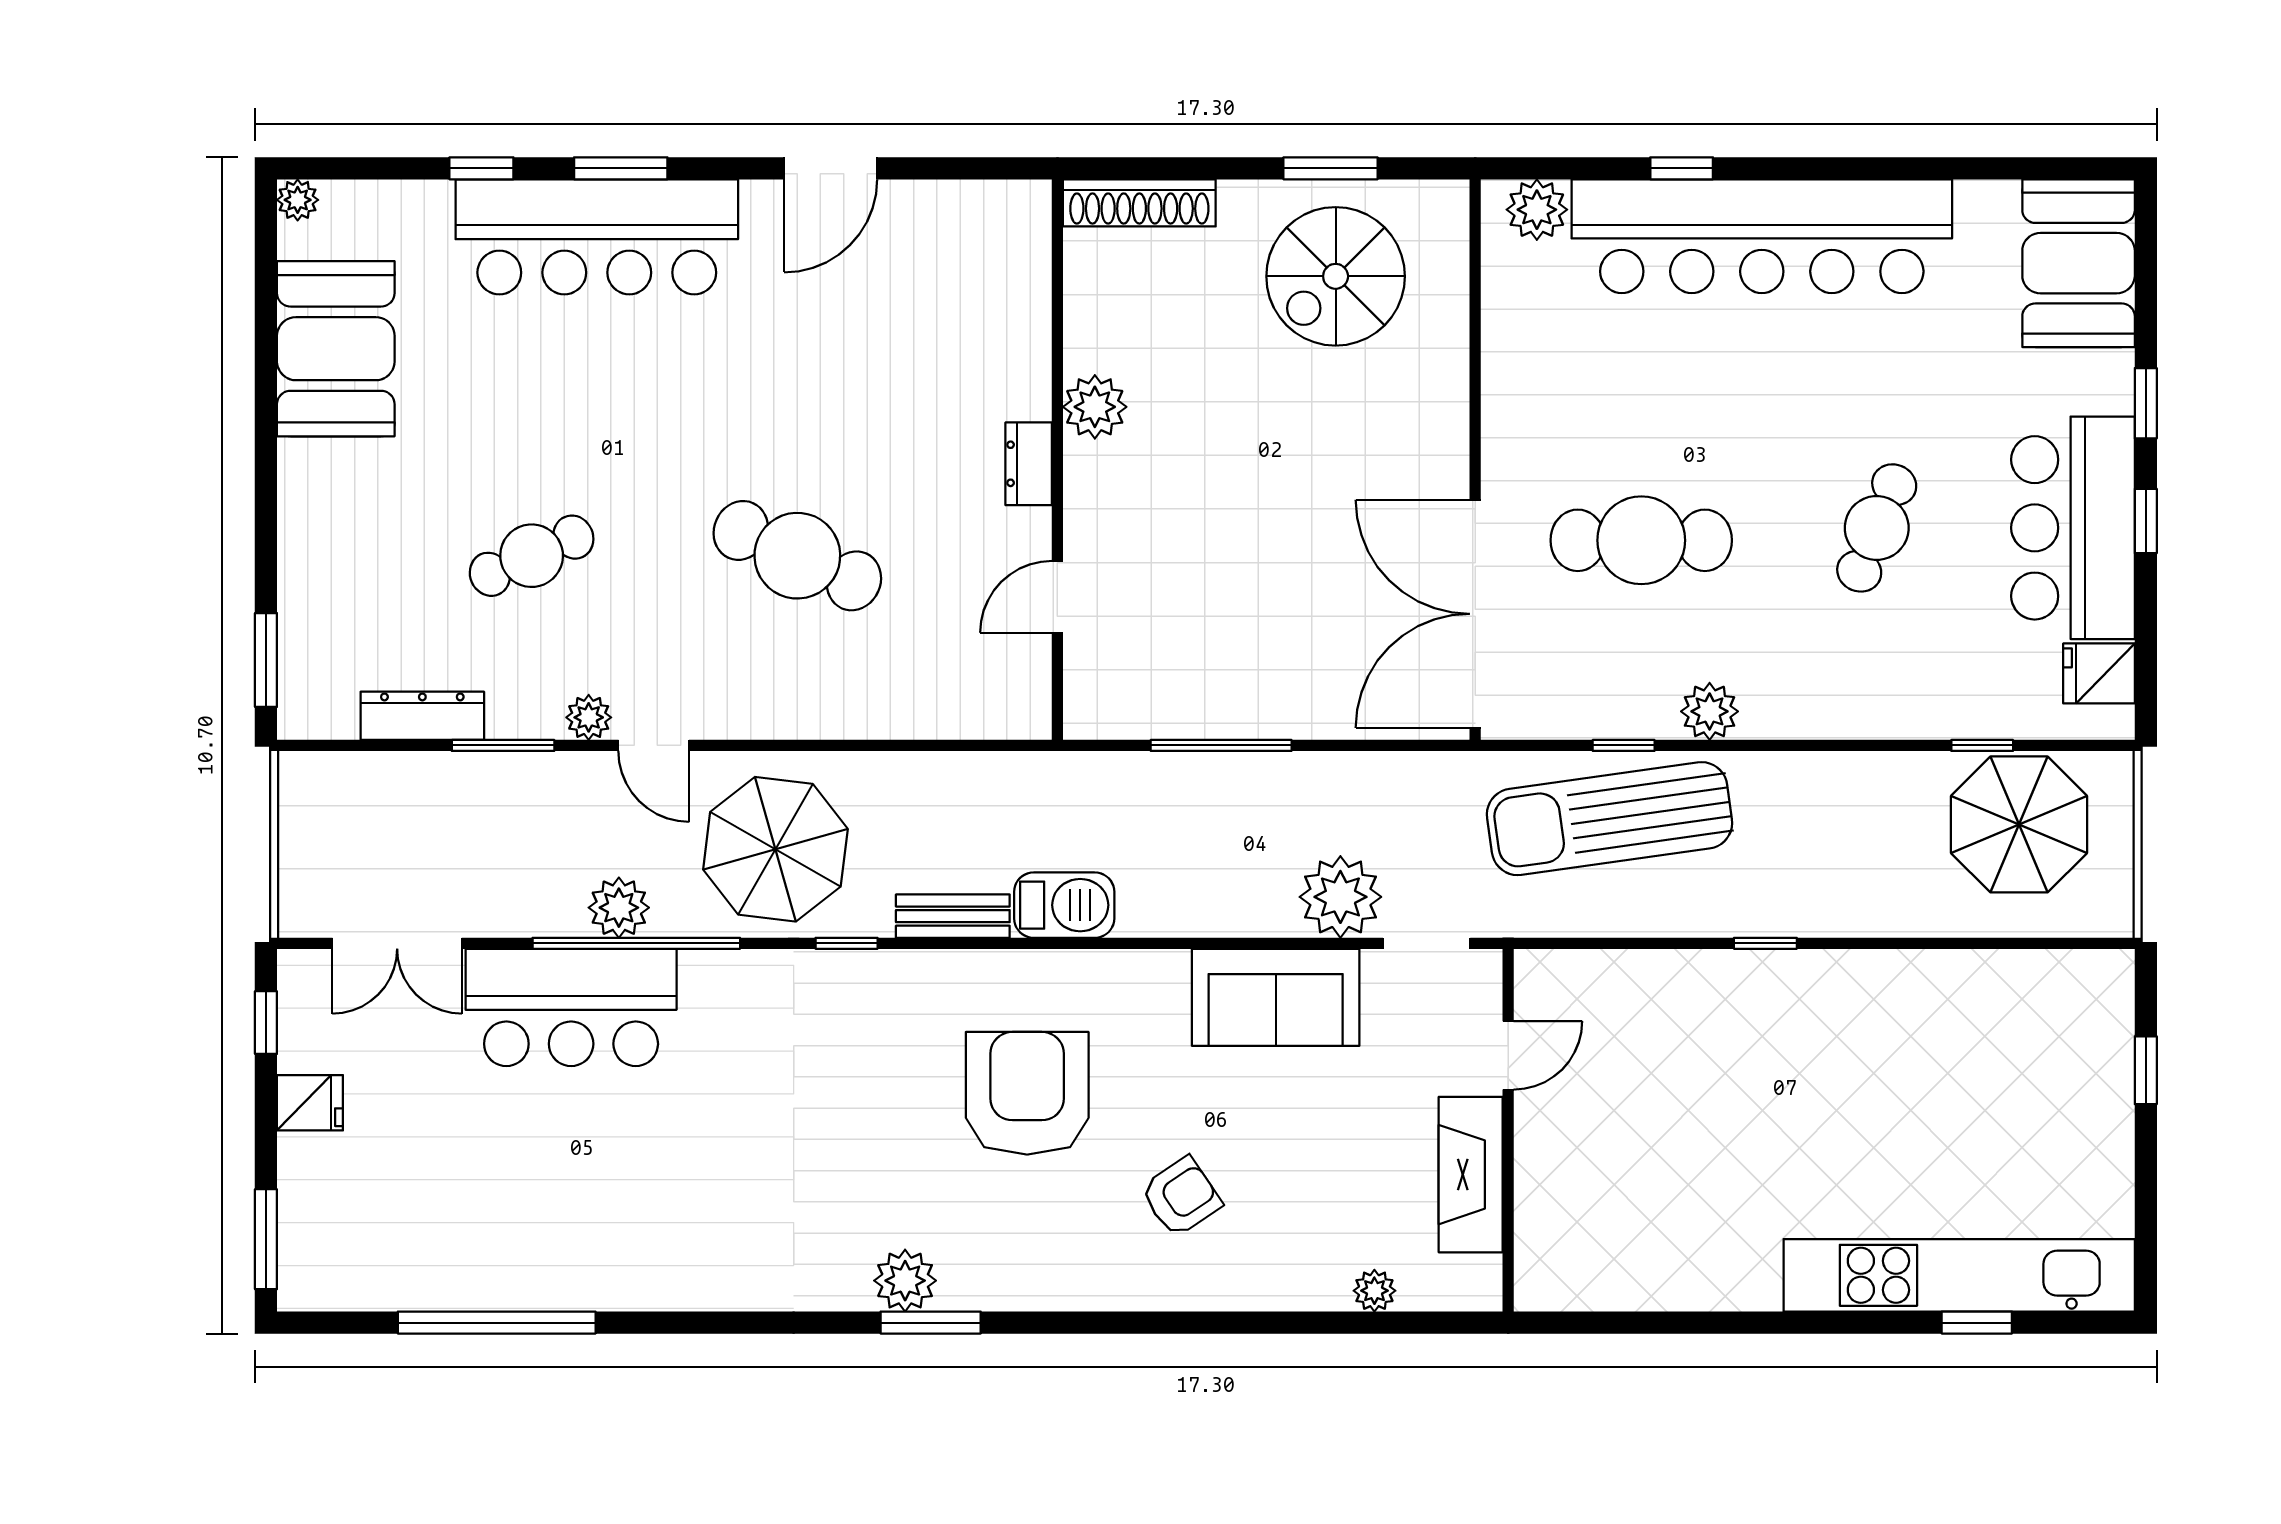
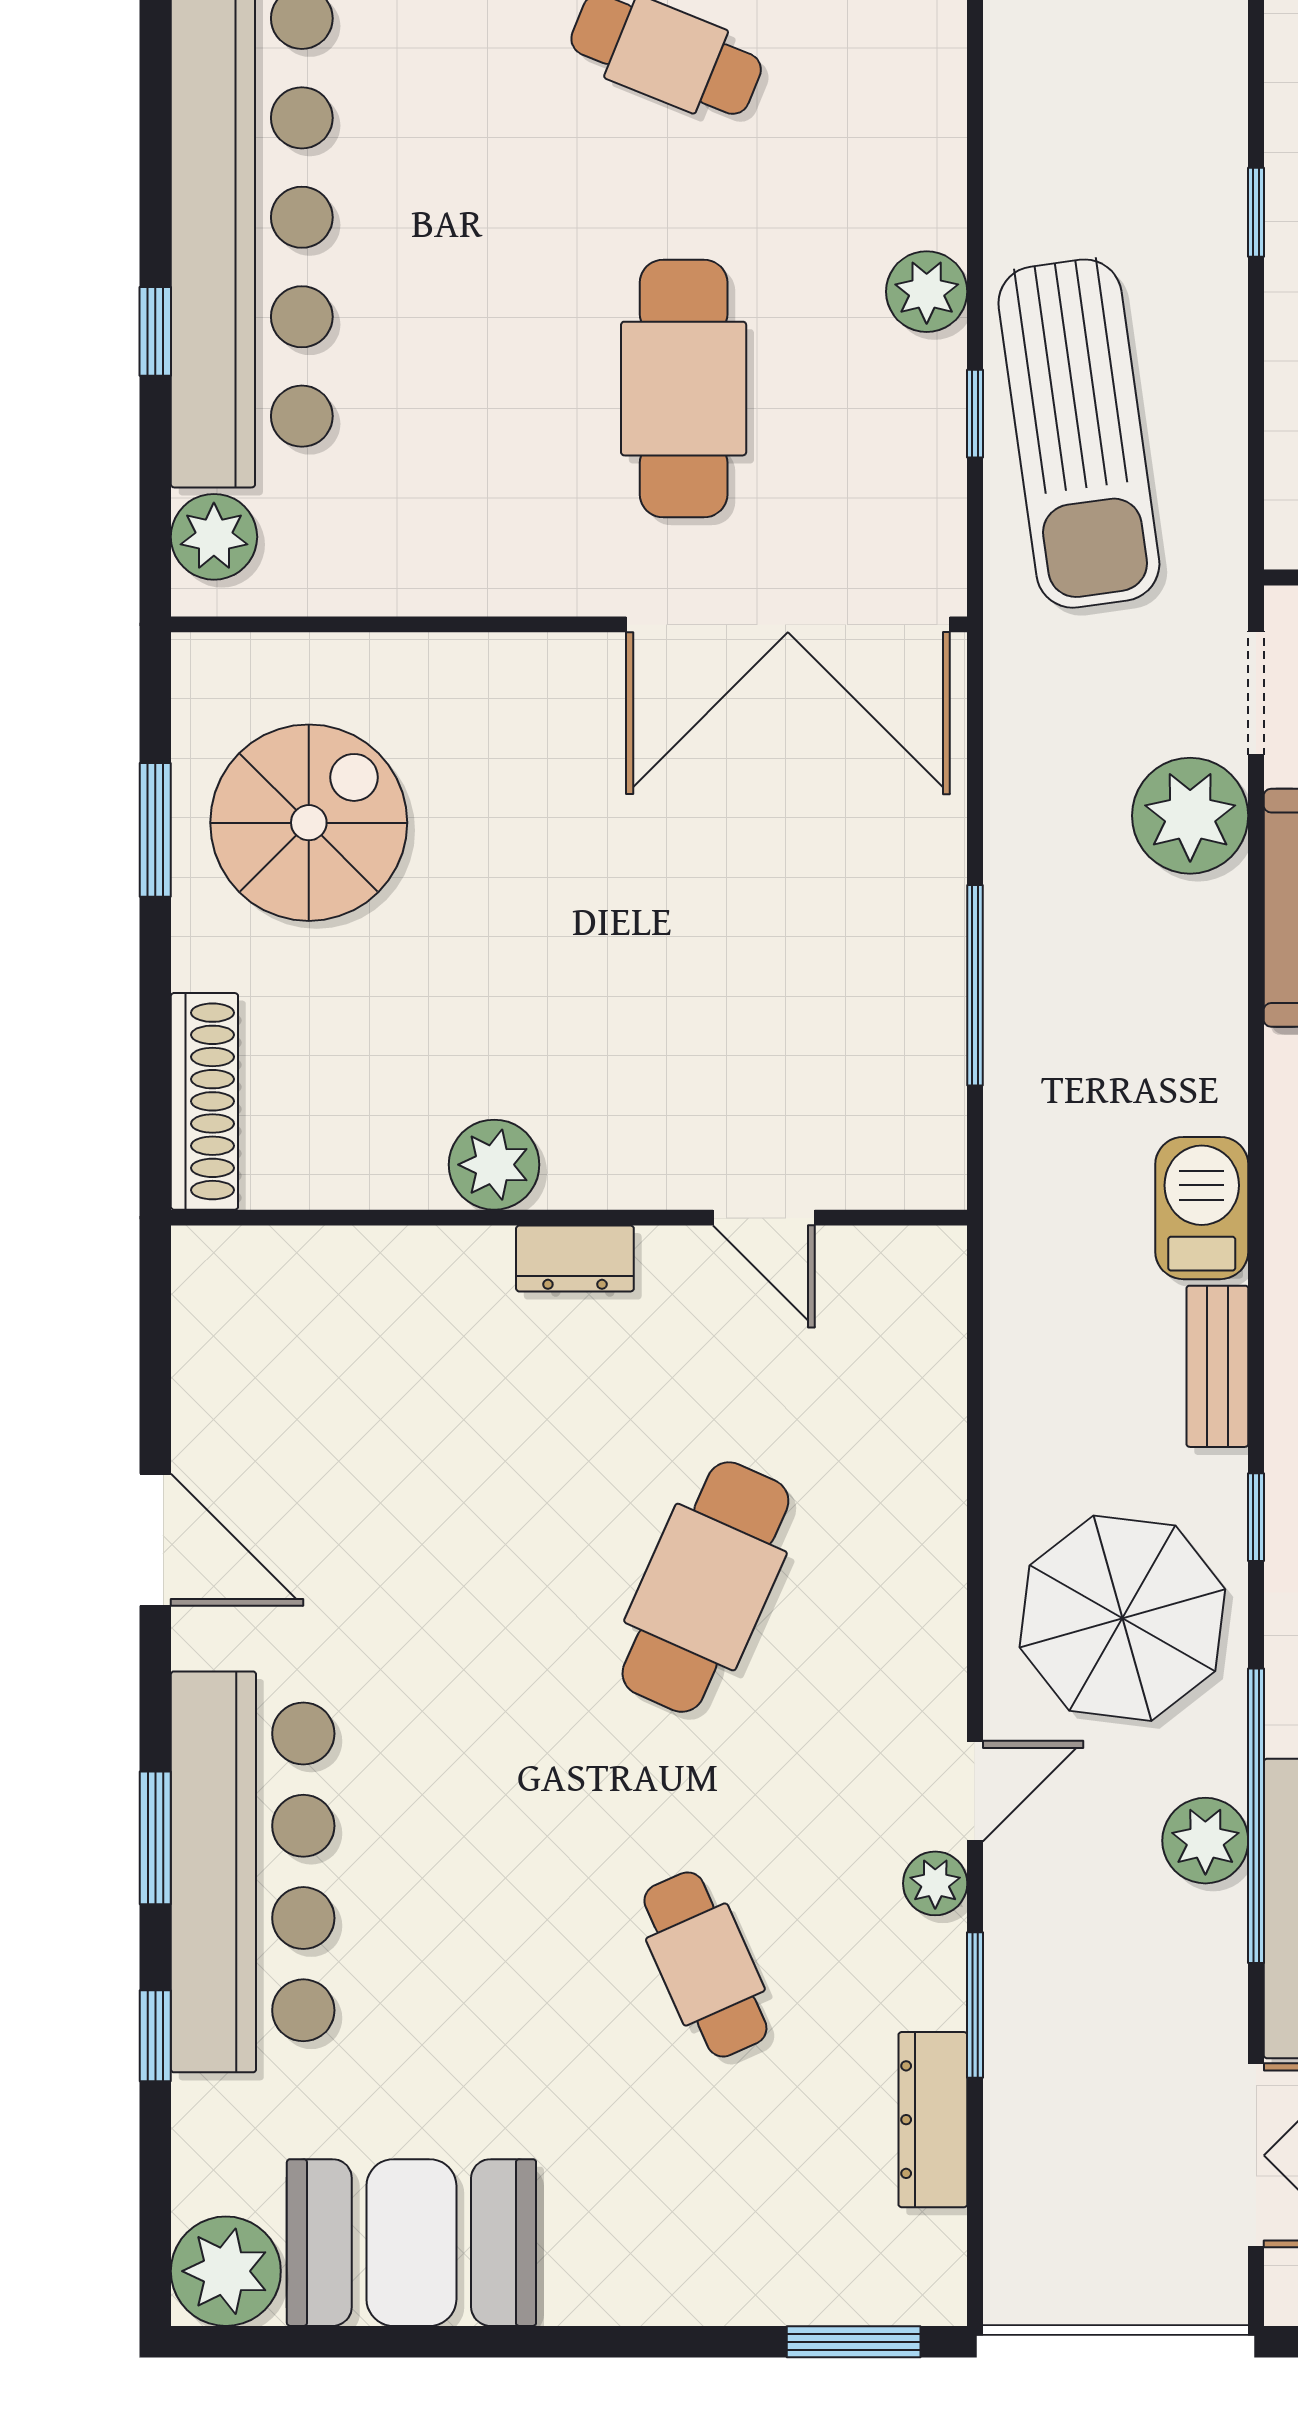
plant: (298, 200) -> (226, 2271), width x1.88, depth x1.88
spiral stairs: (1336, 276) -> (309, 823), turned -90

